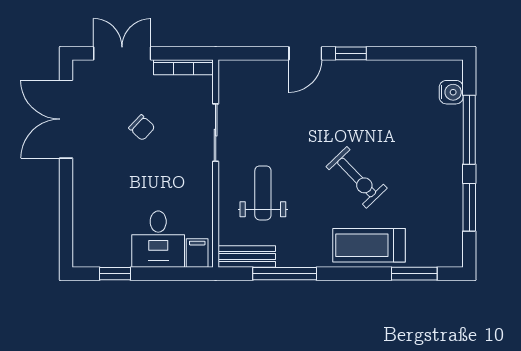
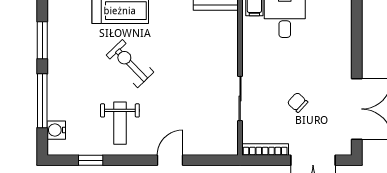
window: (351, 53) -> (91, 160), moved
weight bench: (263, 193) -> (120, 123), moved

